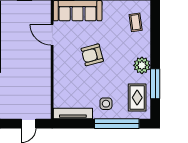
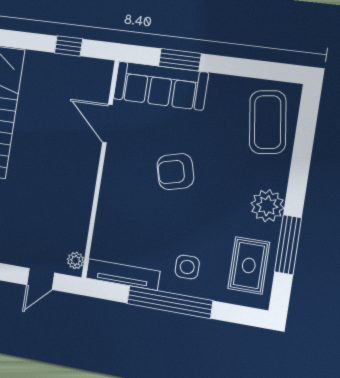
coffee table: (136, 22) -> (268, 122), width x1.86, depth x1.72
plant: (46, 110) -> (76, 260), added
window: (117, 124) -> (170, 302), moved

